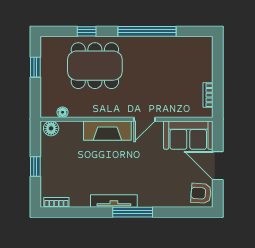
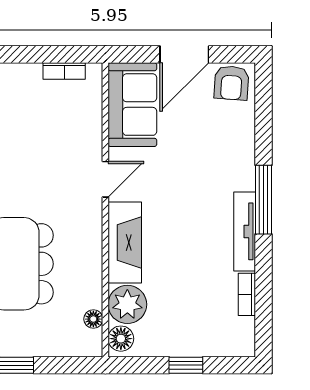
door: (145, 119) -> (105, 179), hinge flipped
plant: (71, 132) -> (127, 304), added
bookcase: (56, 202) -> (247, 294), moved

